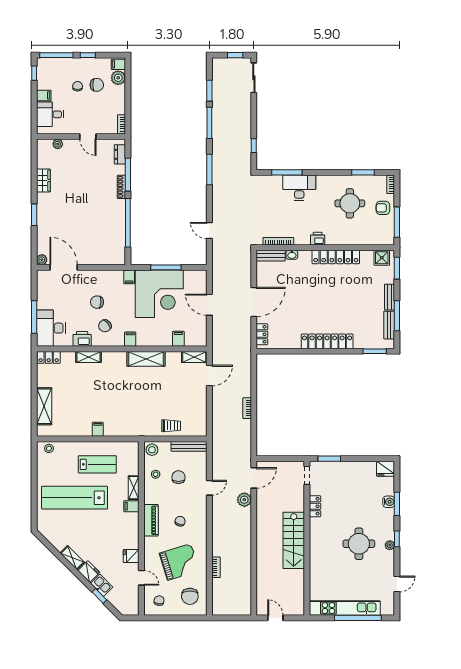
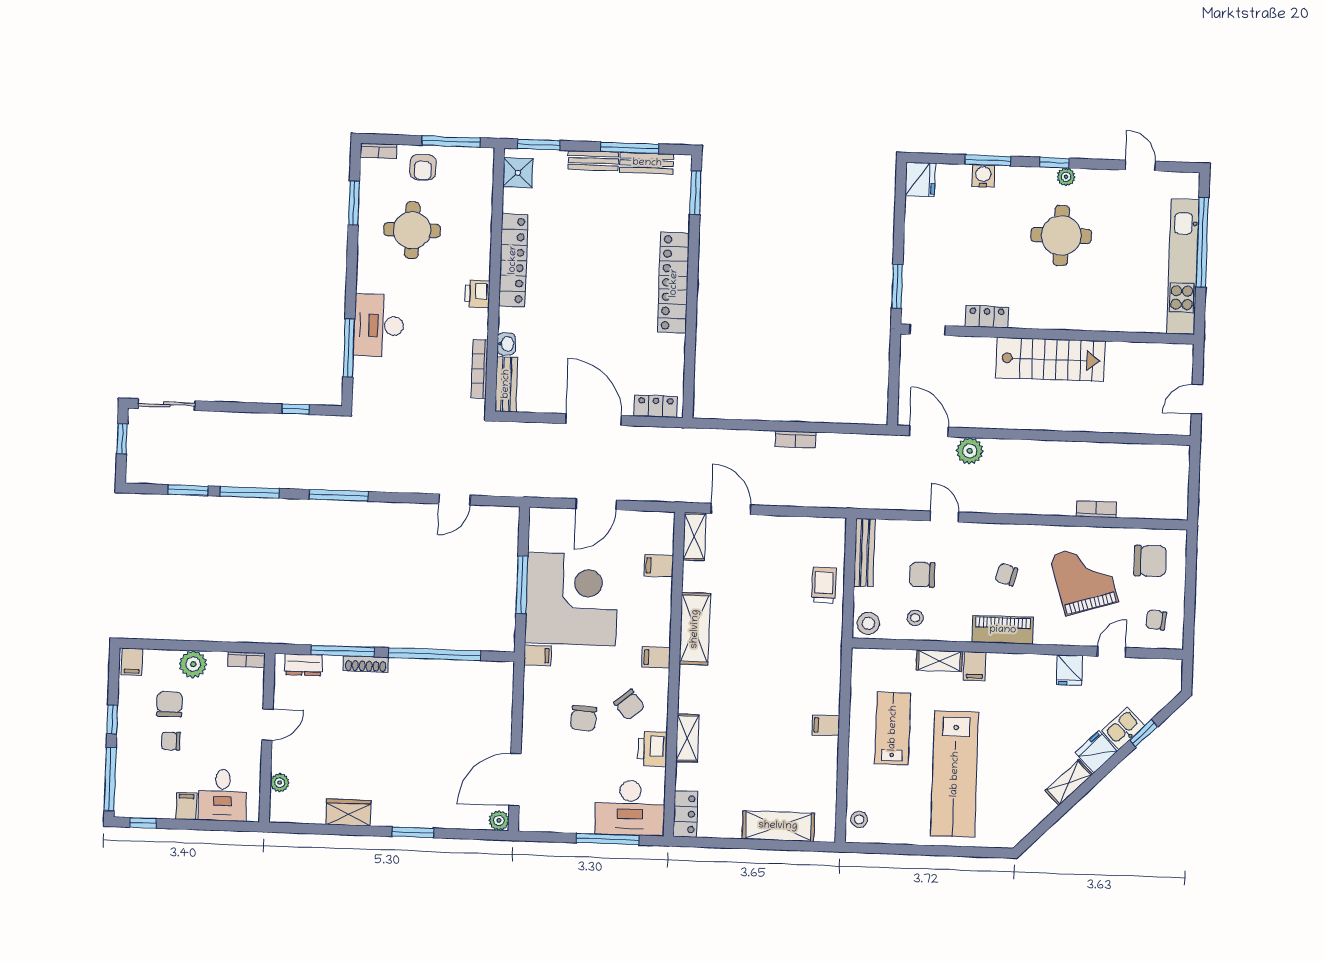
plant: (118, 78) -> (193, 664), moved

